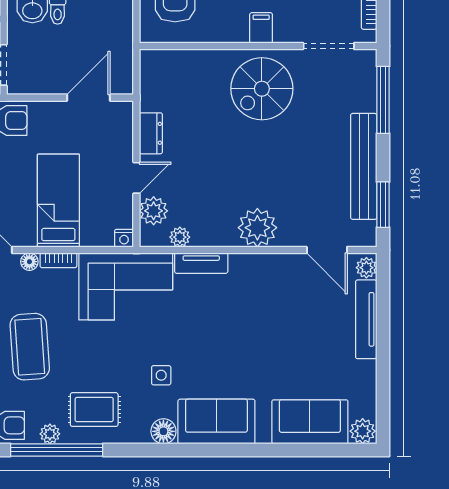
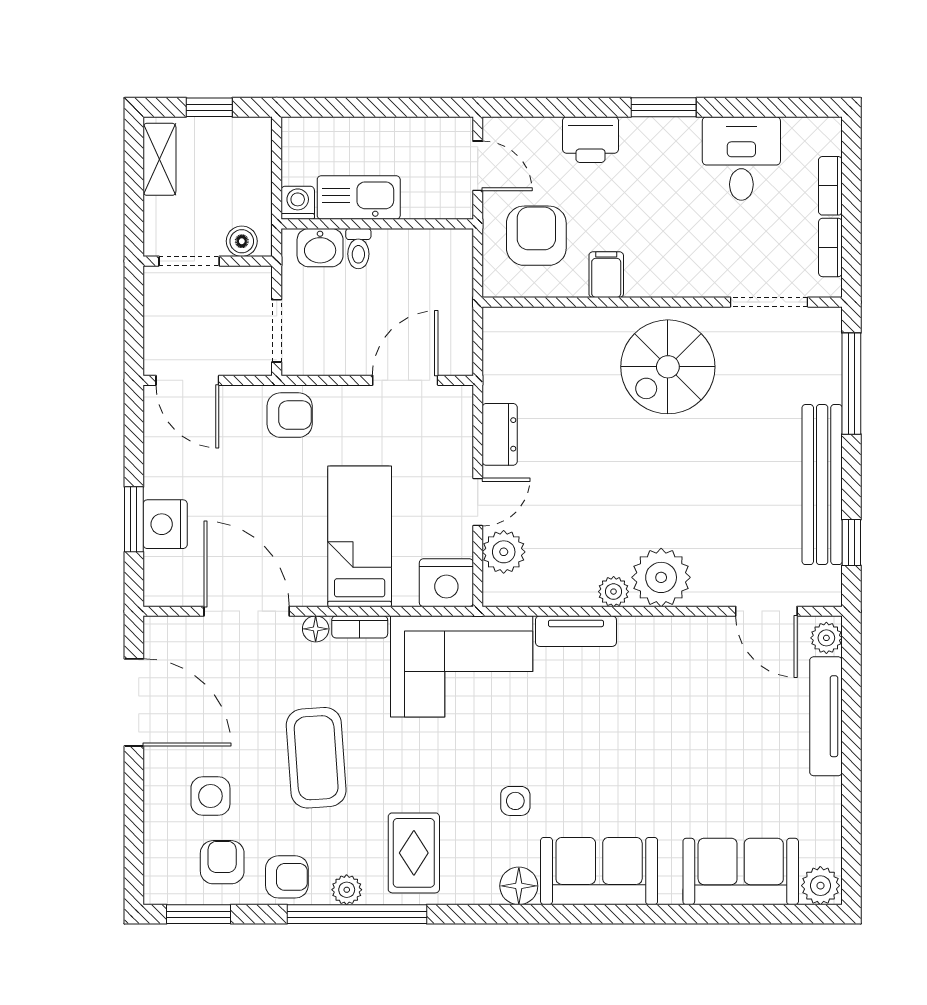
filing cabinet: (261, 28) -> (606, 275), moved
window: (383, 205) -> (851, 542), width x0.67
plant: (180, 237) -> (614, 592), moved
nightstand: (124, 238) -> (446, 583), width x1.89, depth x1.79
rug: (94, 410) -> (414, 853), turned 90

